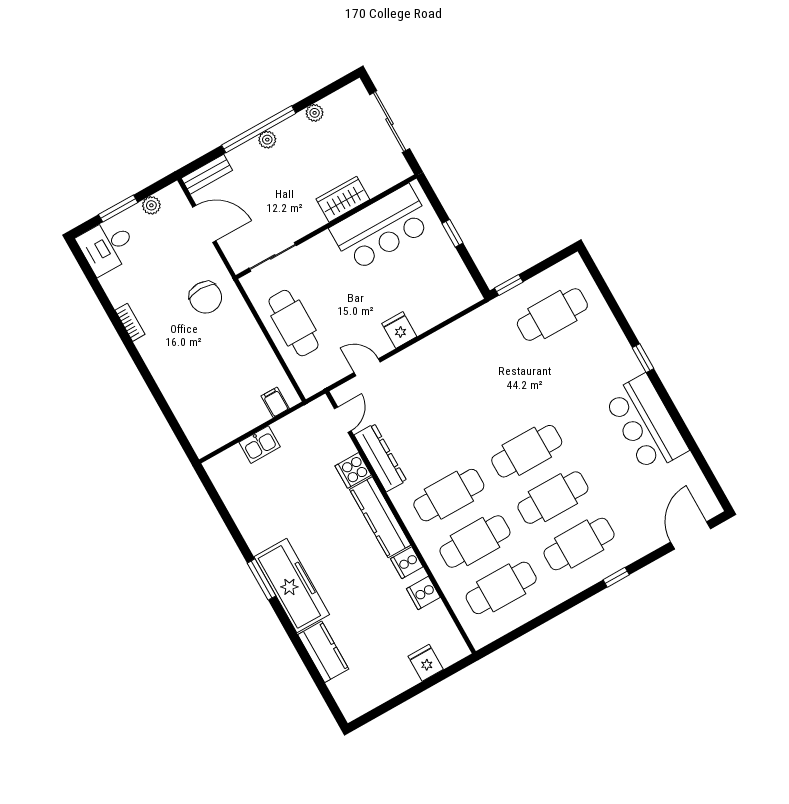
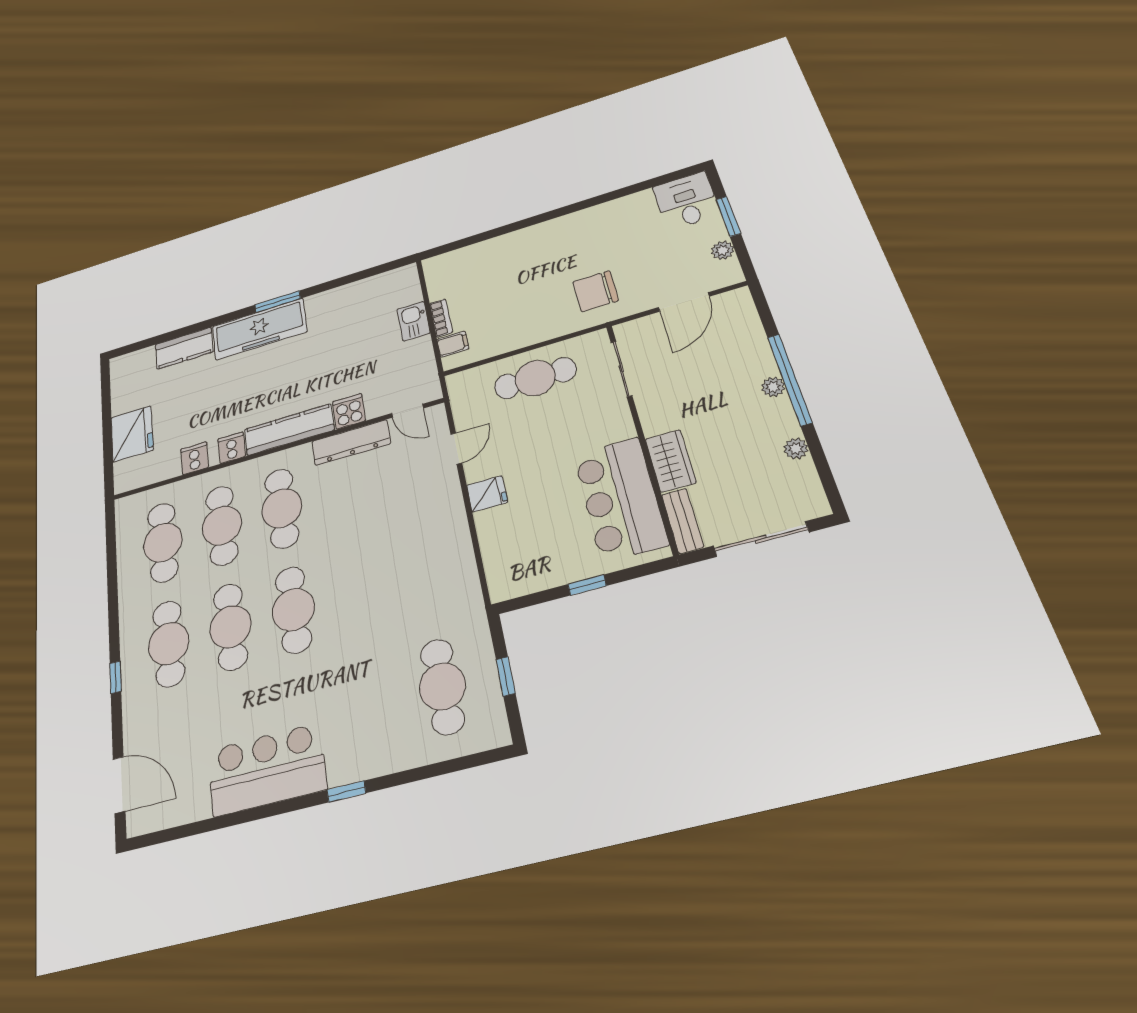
bench: (207, 174) -> (683, 521), moved
window: (509, 285) -> (506, 676), moved
bookcase: (130, 322) -> (441, 318), moved, turned -90
fridge: (426, 663) -> (132, 434), width x1.88, depth x1.34

